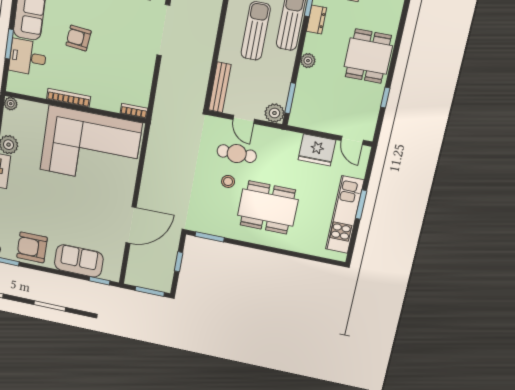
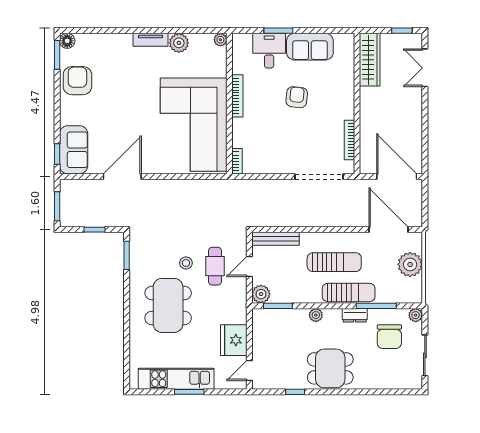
door: (131, 225) -> (122, 177), swing flipped
sofa: (79, 261) -> (74, 150), moved

